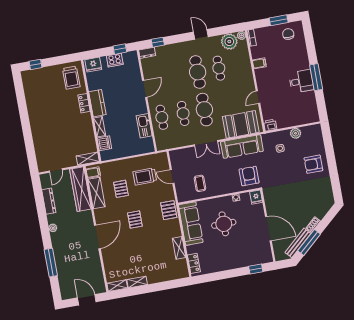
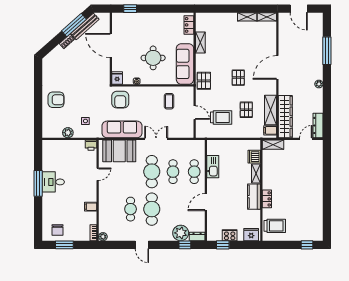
plant: (229, 42) -> (181, 233), moved
trolley: (71, 78) -> (275, 226), turned 90
dresser: (49, 201) -> (318, 125), moved

